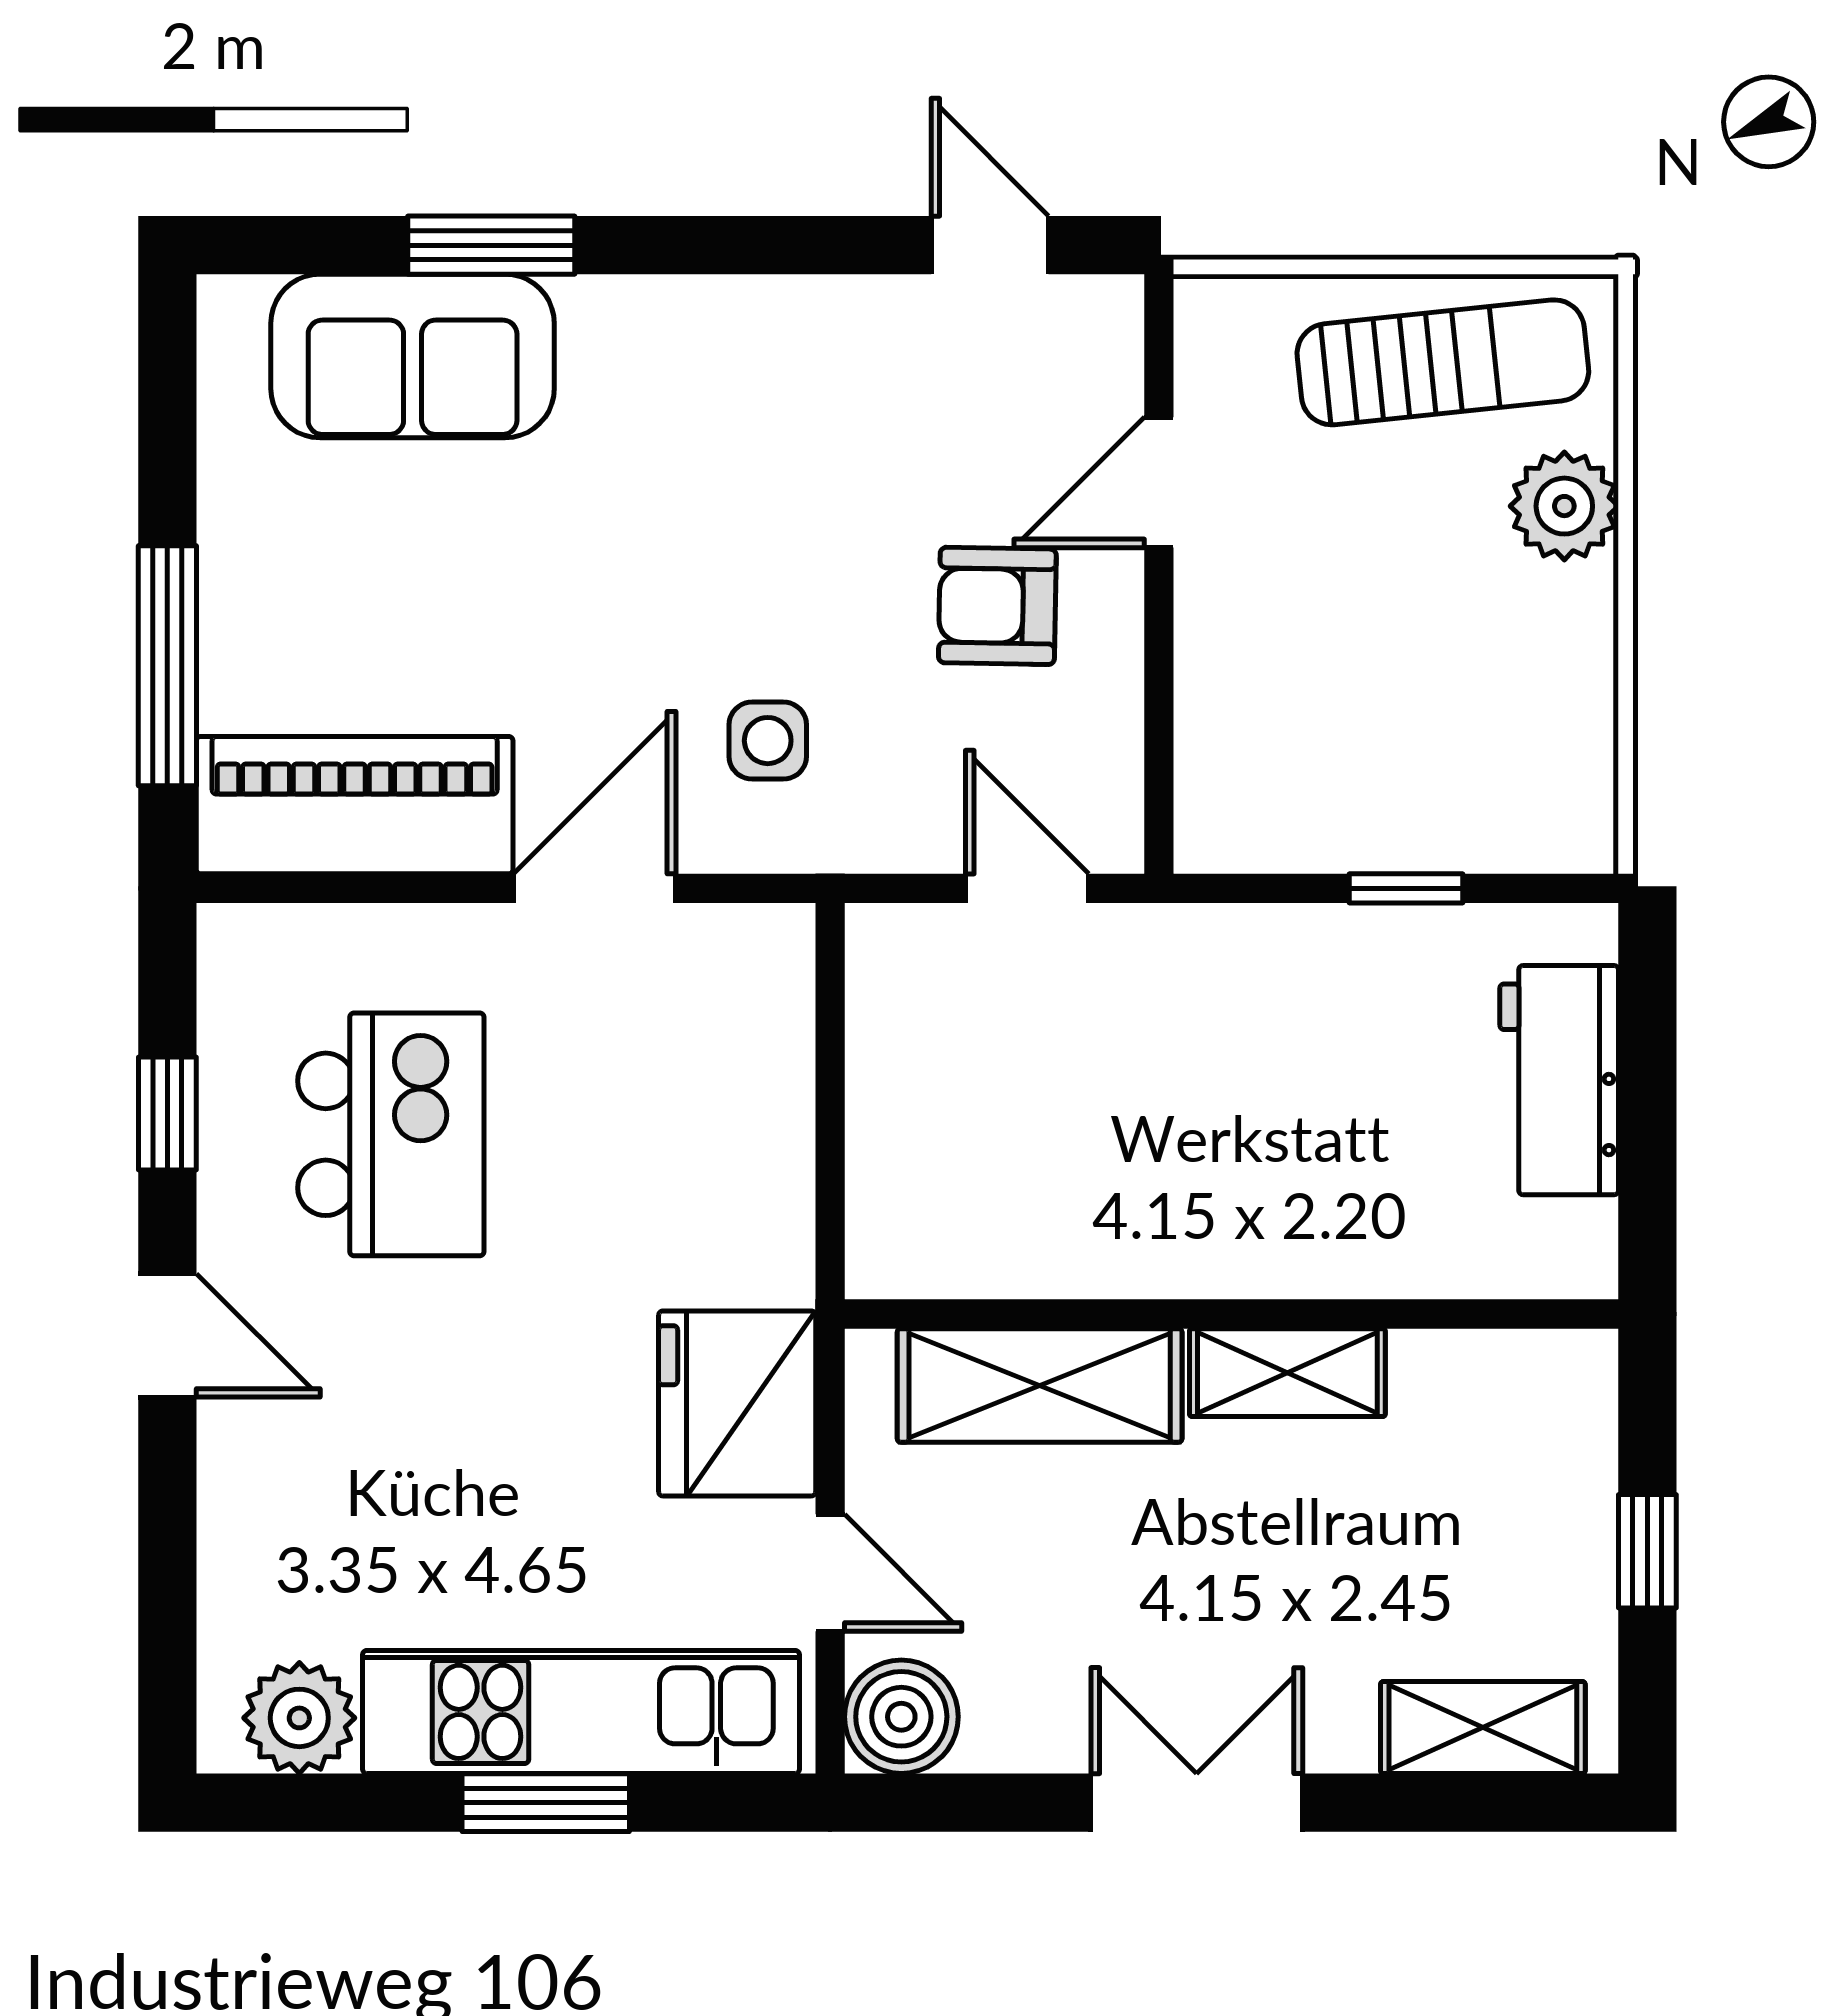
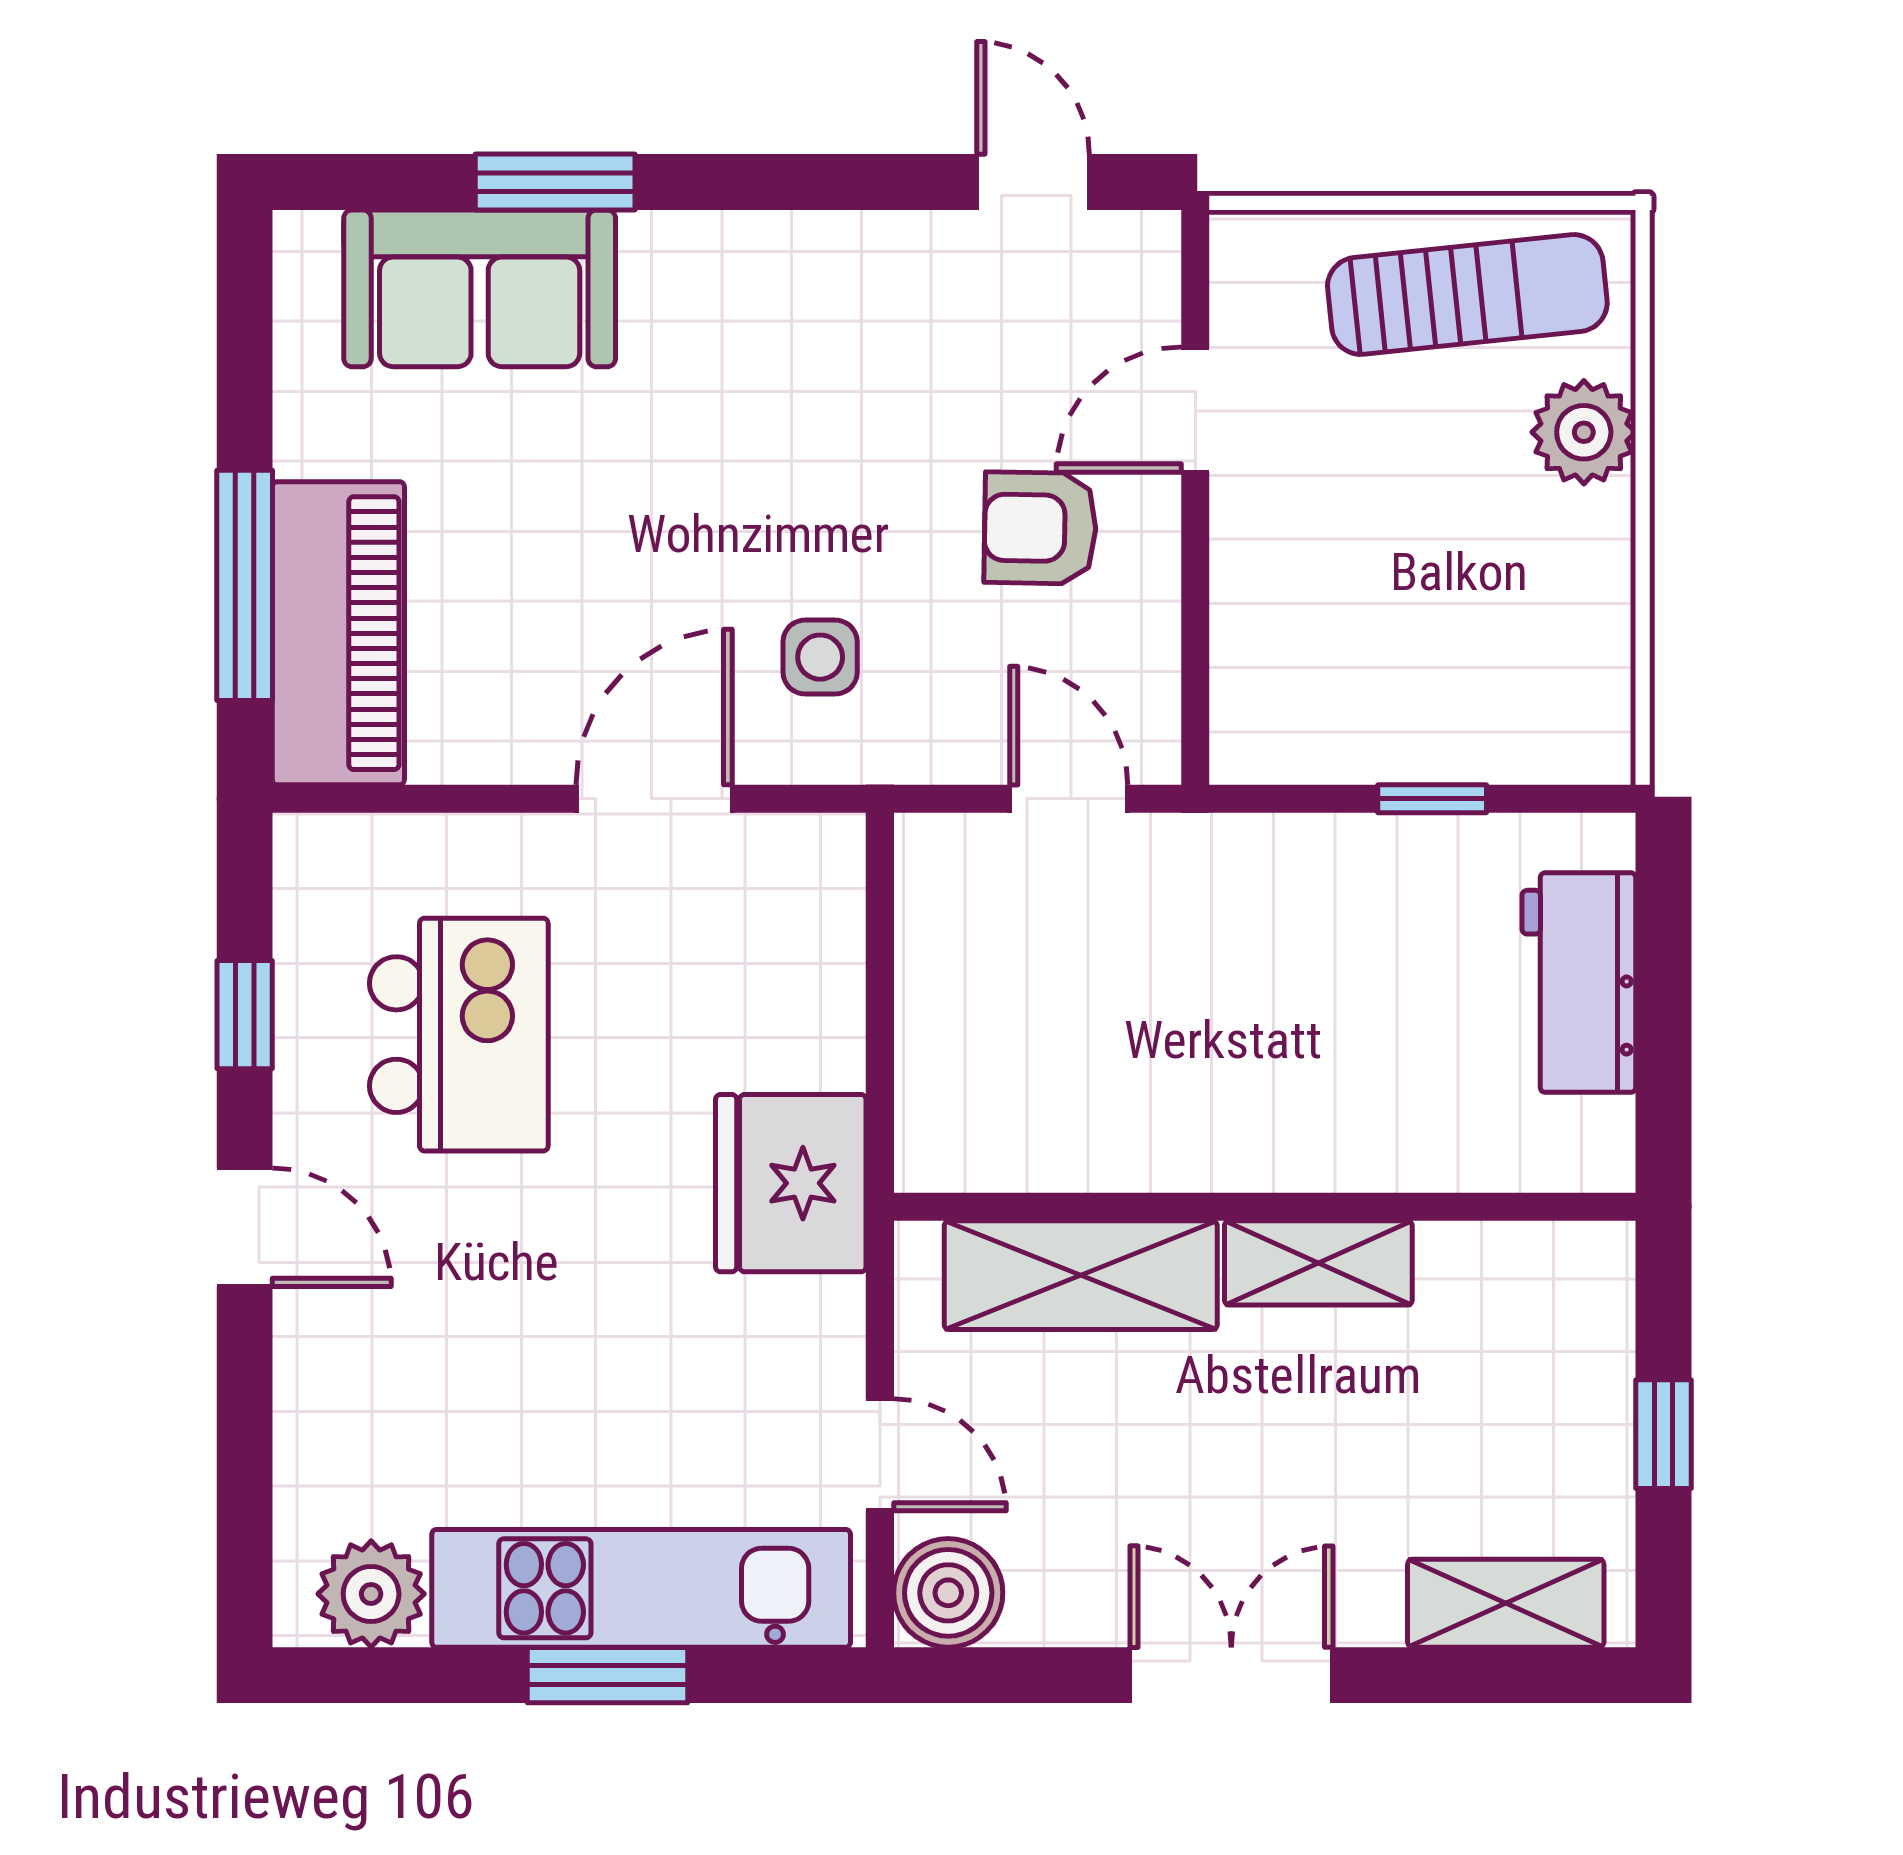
piano: (355, 805) -> (338, 633), moved, turned 90
fridge: (737, 1403) -> (791, 1183), moved

